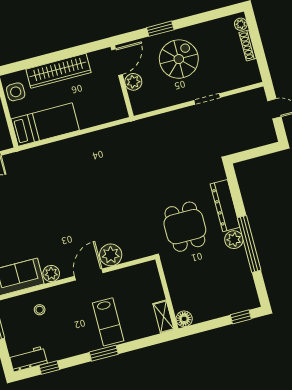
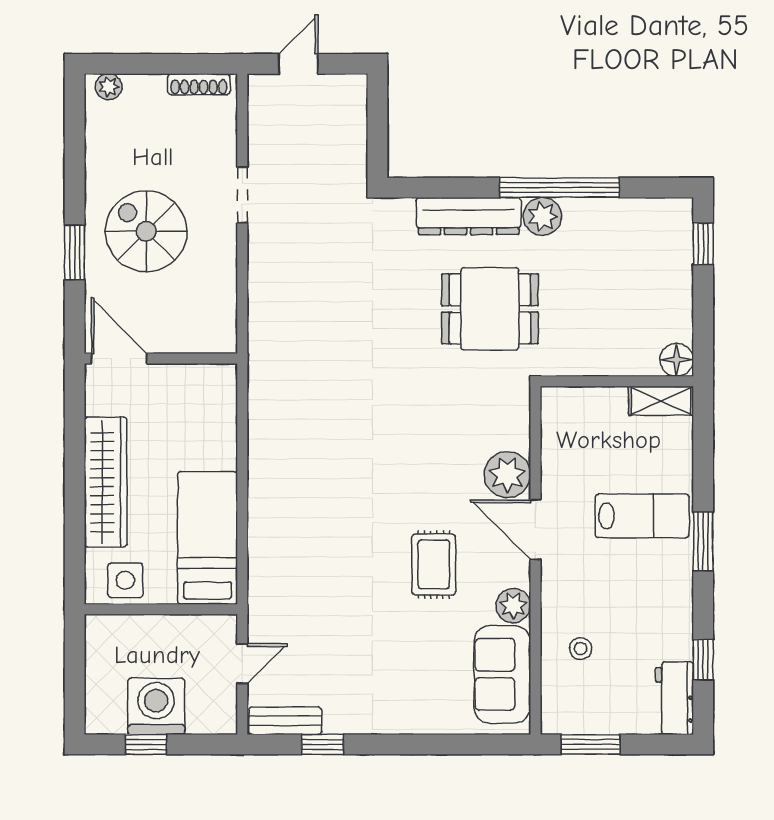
shoe rack: (248, 45) -> (199, 84), moved
plant: (133, 82) -> (168, 336), removed
rug: (60, 232) -> (434, 564), added

